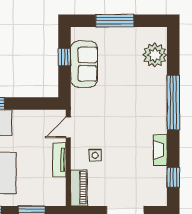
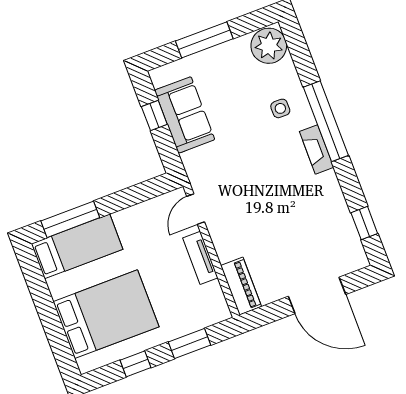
plant: (155, 55) -> (269, 46), moved
fireplace: (160, 150) -> (317, 149), moved
side table: (95, 155) -> (280, 108), moved

